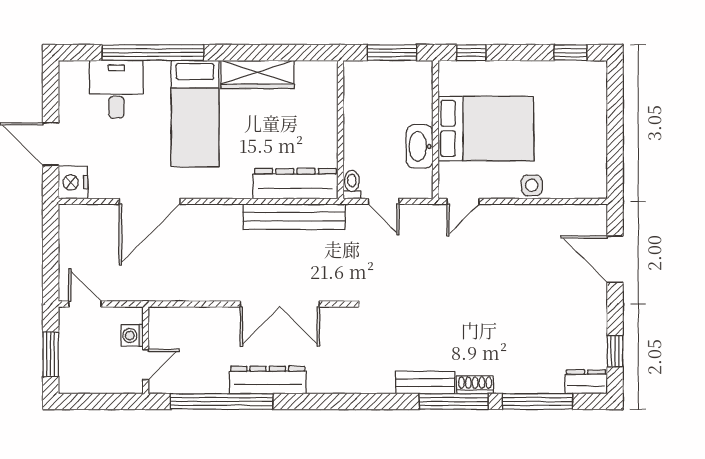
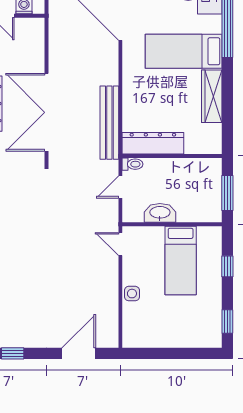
window: (471, 53) -> (227, 266), moved
bed: (486, 128) -> (181, 261), width x0.67
dresser: (295, 184) -> (153, 143), moved, turned -90
double door: (280, 304) -> (47, 112), width x1.36

